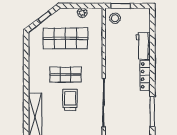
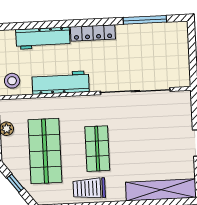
workbench: (143, 46) -> (43, 38), width x1.38
workbench: (112, 51) -> (61, 83), added
trolley: (70, 100) -> (89, 188), moved

